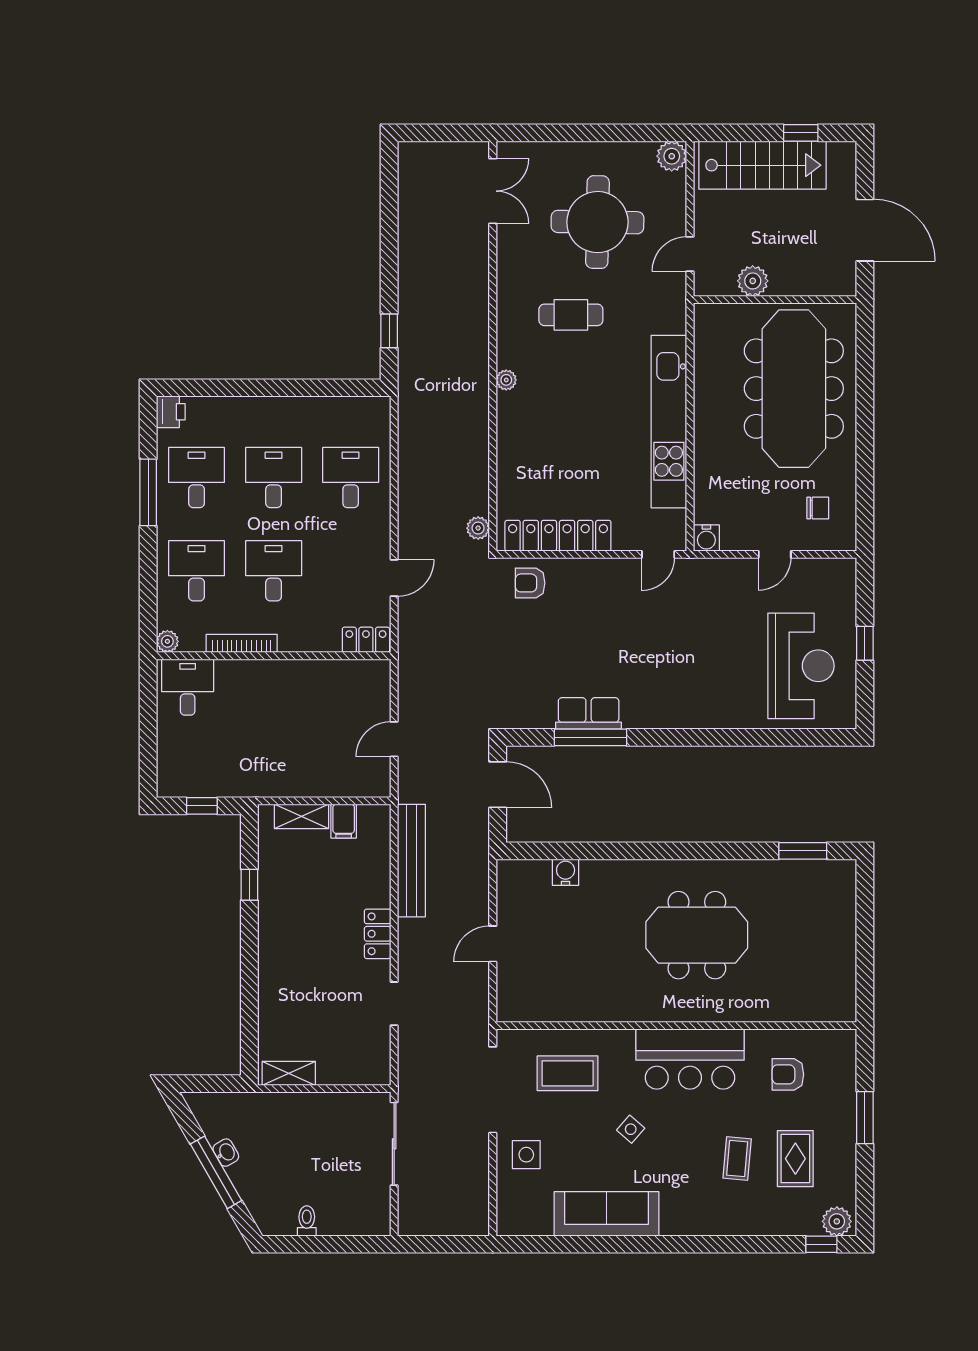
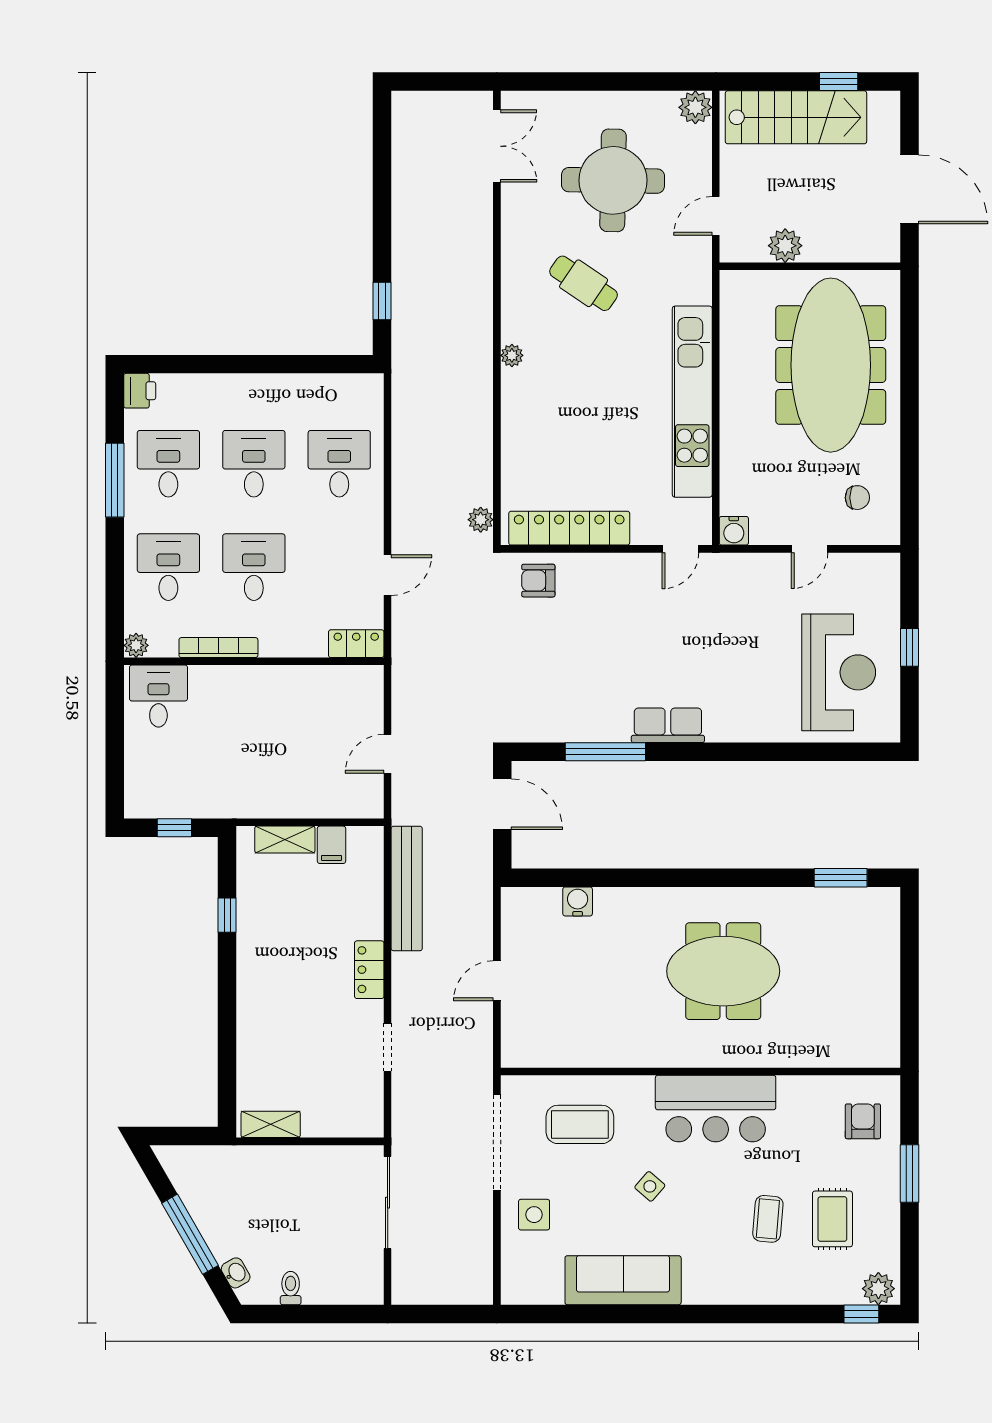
cafe table: (571, 315) -> (584, 283), turned 34
row of seats: (589, 713) -> (668, 725), moved
armchair: (788, 1074) -> (863, 1121), moved, turned 90
washbasin: (226, 1153) -> (236, 1273), moved

